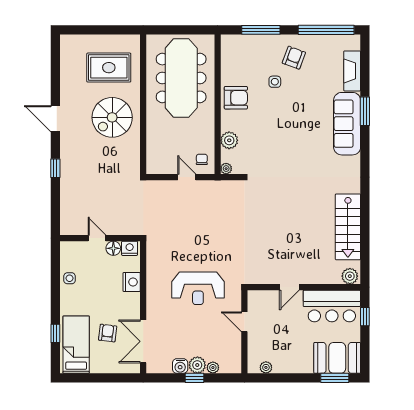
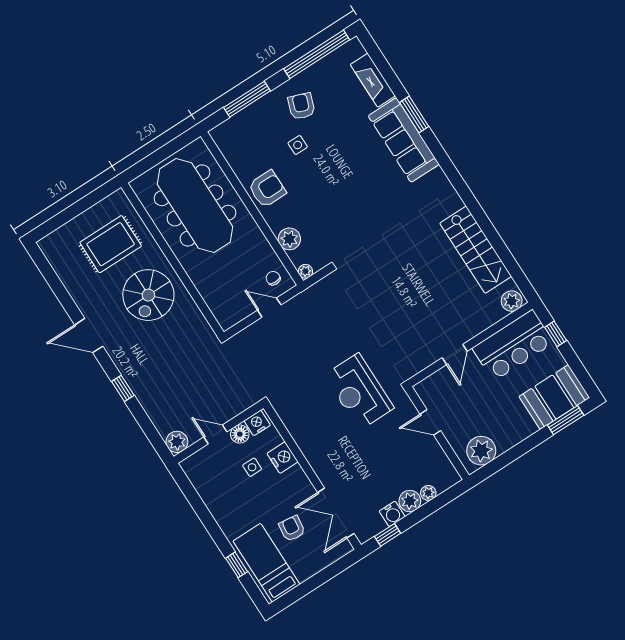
plant: (68, 227) -> (177, 442), added
side table: (70, 278) -> (252, 467), moved
reception desk: (198, 288) -> (359, 392), moved, turned 90
plant: (266, 367) -> (481, 451), width x1.87, depth x1.87
window: (194, 378) -> (388, 535), moved

